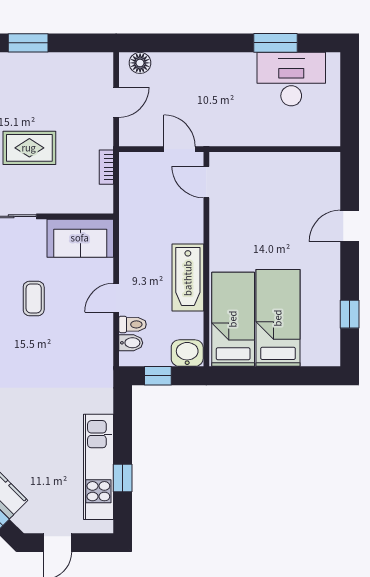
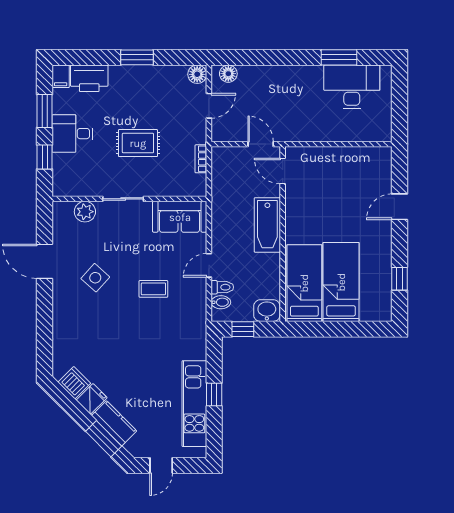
floor lamp: (102, 64) -> (197, 74), added
bathtub: (188, 278) -> (267, 225), moved
coffee table: (34, 298) -> (153, 289), moved, turned 90
window: (123, 478) -> (214, 394), moved

